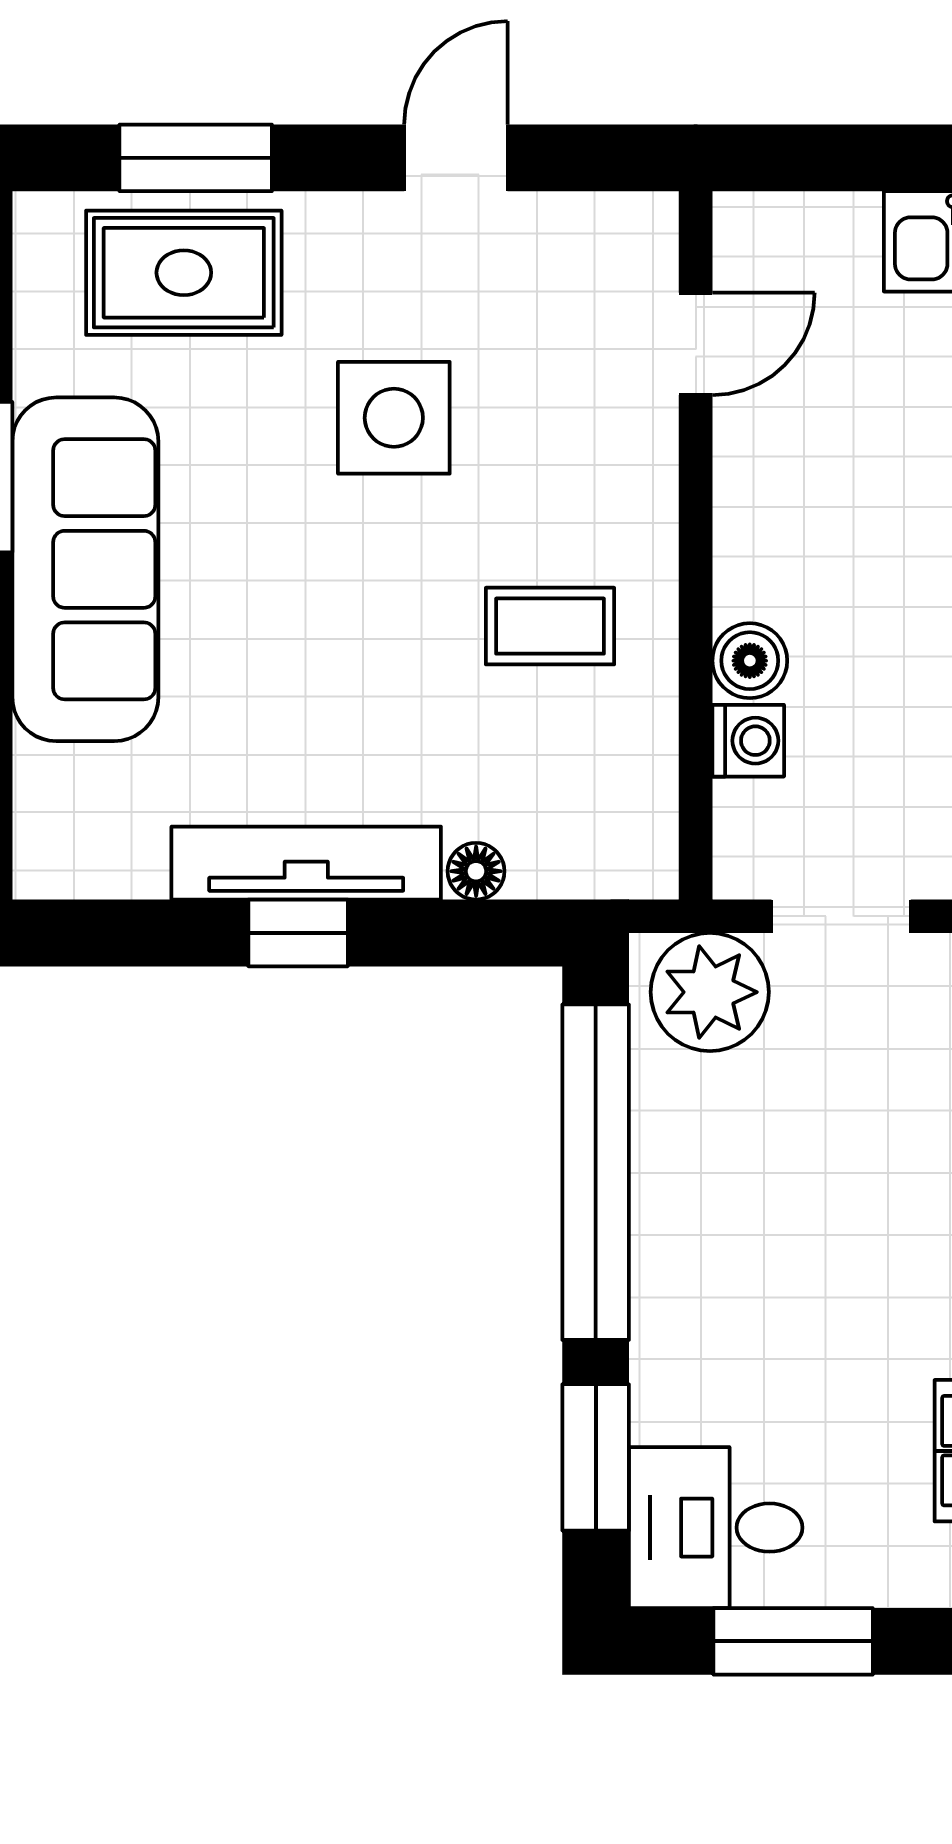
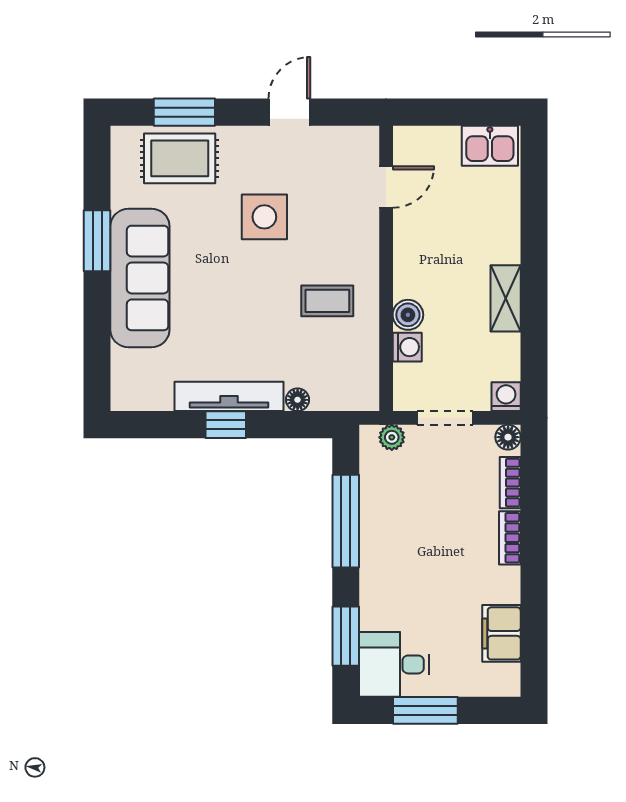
plant: (710, 992) -> (392, 437), width x0.53, depth x0.53
window: (596, 1172) -> (346, 521), width x0.68

